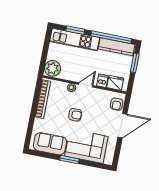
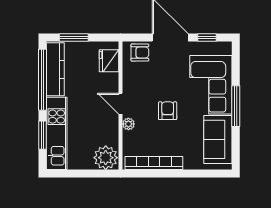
dishwasher: (102, 81) -> (109, 80), removed
window: (118, 150) -> (207, 38), added
window: (69, 160) -> (236, 106), width x1.44

